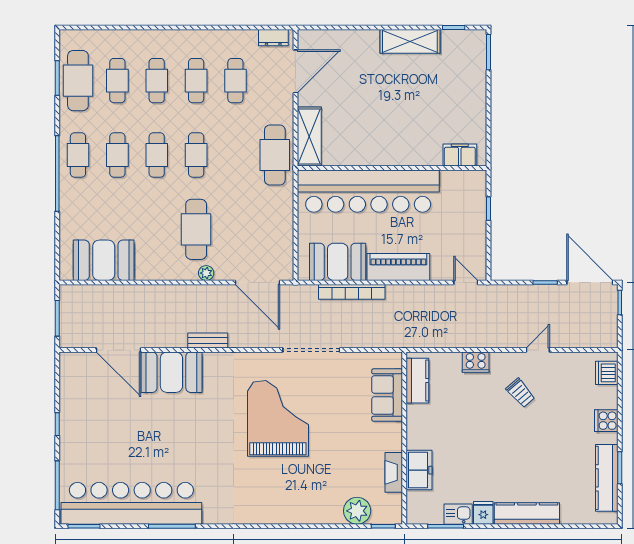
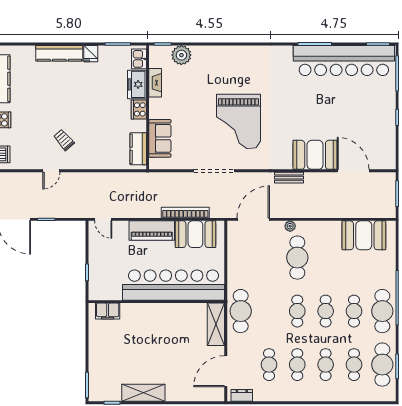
cafe table: (78, 155) -> (382, 311), width x1.37, depth x1.35
door: (257, 282) -> (253, 219), hinge flipped
cooker: (476, 362) -> (139, 109), moved, turned -90
kitchen sink: (458, 514) -> (139, 59), moved, turned 90

